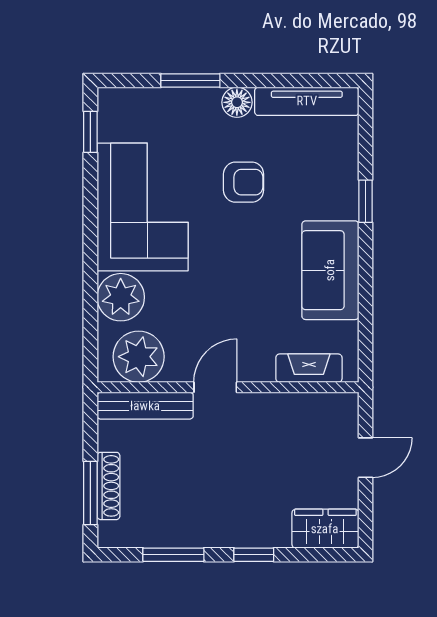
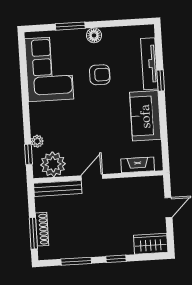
tv unit: (307, 101) -> (149, 64), moved, turned 90
window: (90, 132) -> (28, 154), moved
corner sofa: (143, 207) -> (49, 69), moved
plant: (121, 297) -> (37, 141), width x0.53, depth x0.53

